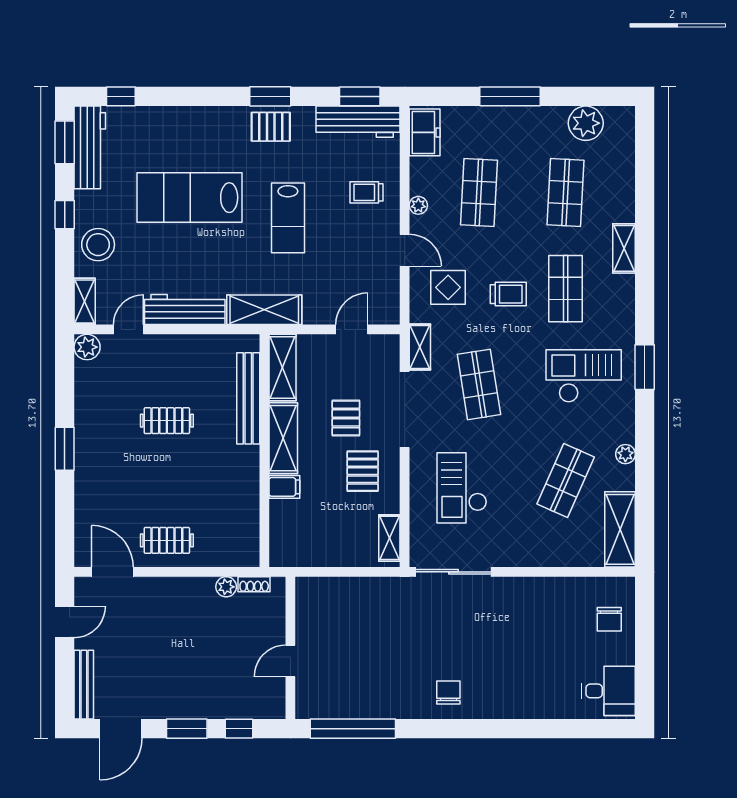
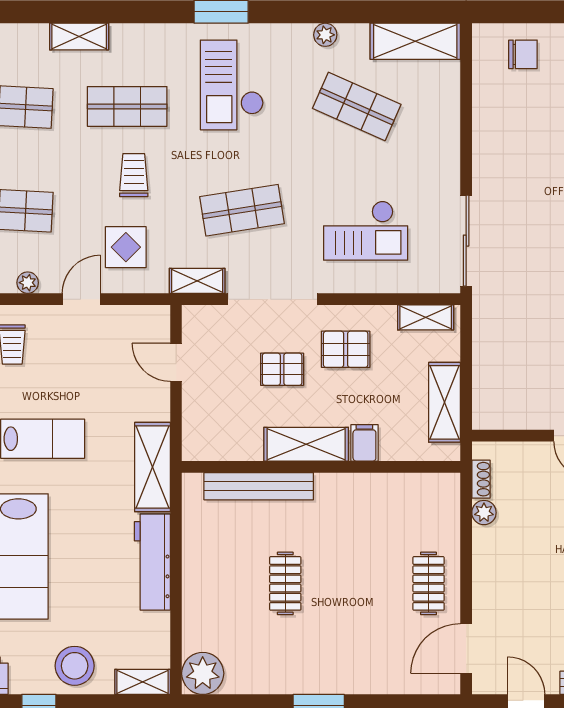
door: (128, 329) -> (176, 629), removed
plant: (87, 347) -> (203, 673), width x1.36, depth x1.36
shelving: (282, 367) -> (444, 402), moved, turned 90

